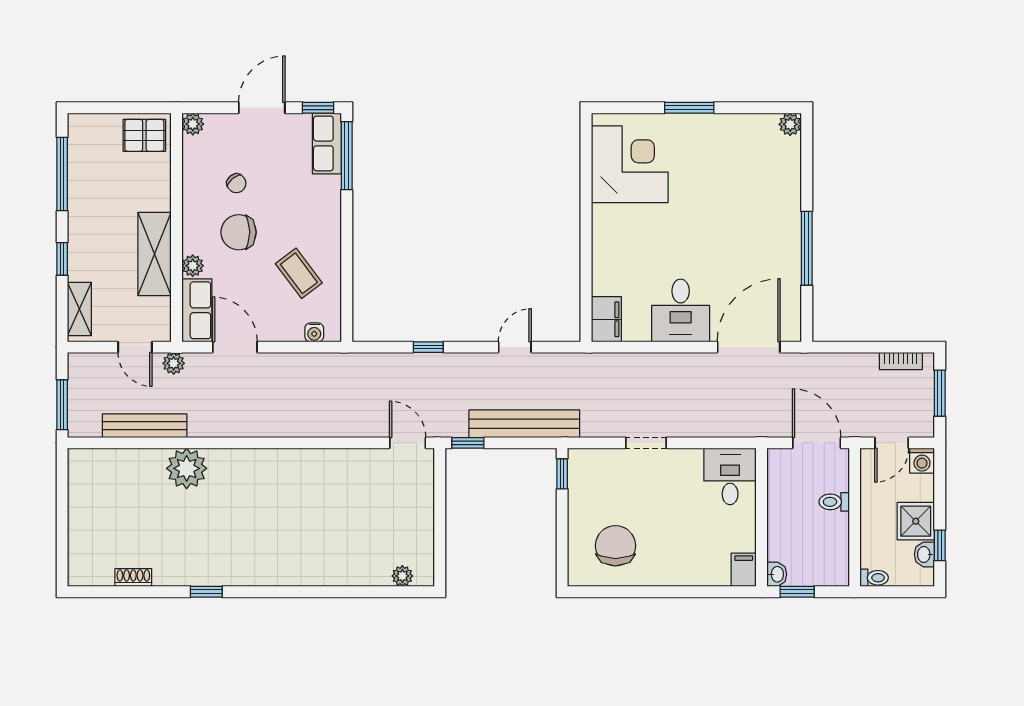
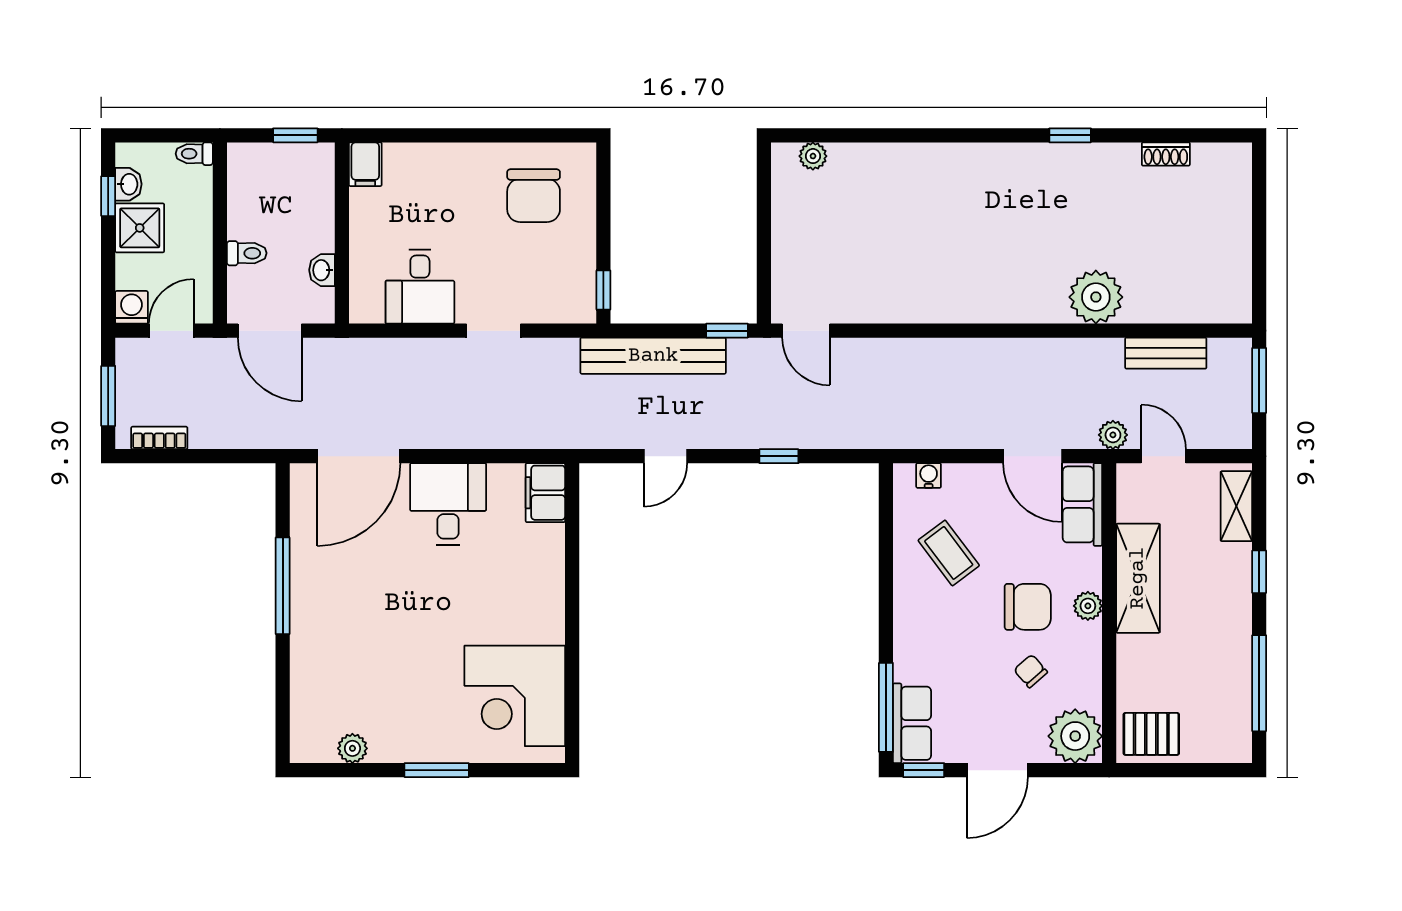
plant: (193, 124) -> (1075, 736), width x1.88, depth x1.88
plant: (790, 124) -> (352, 748), moved
plant: (193, 266) -> (1088, 606), moved
bench: (145, 426) -> (1166, 353), width x0.73
desk: (730, 476) -> (420, 287), moved
washbasin: (777, 574) -> (322, 270), moved

